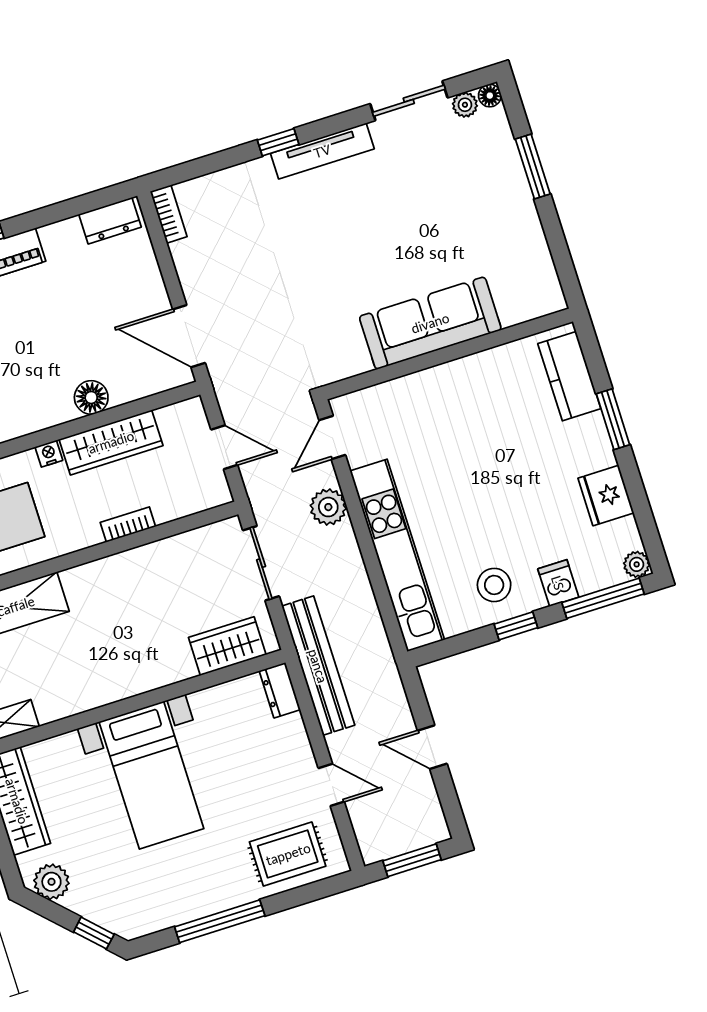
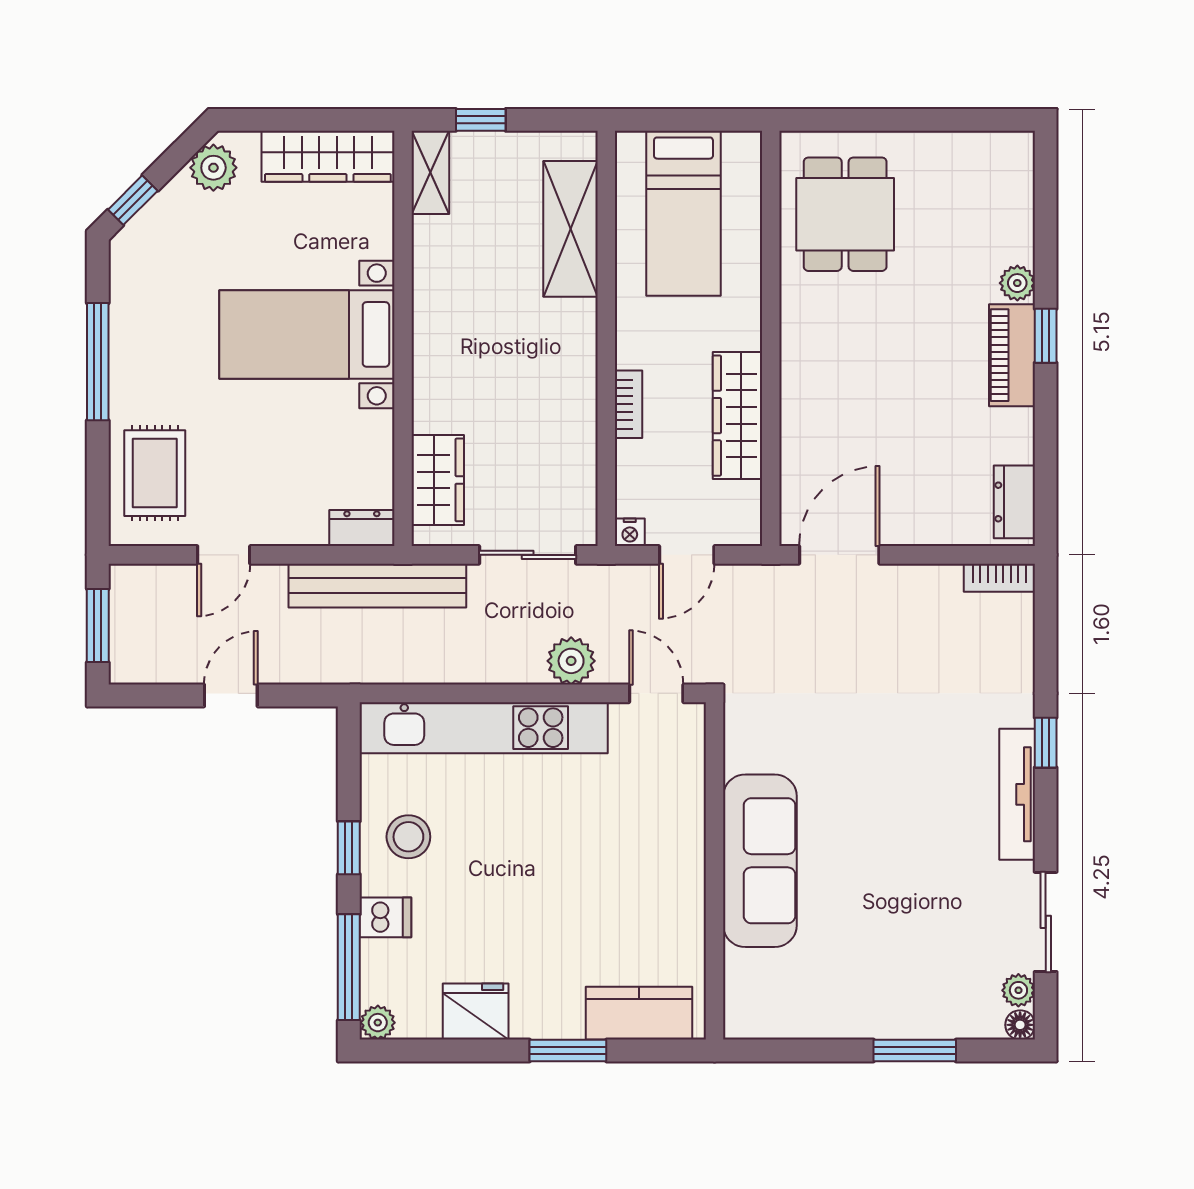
floor lamp: (91, 397) -> (801, 409), removed
nightstand: (49, 454) -> (630, 532), moved, turned 90

